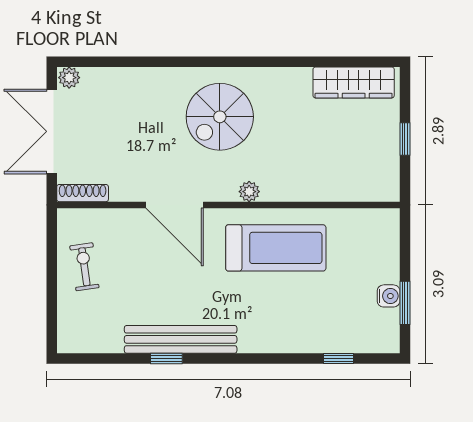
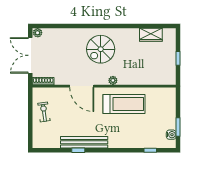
wardrobe: (354, 82) -> (151, 35), width x0.67
water cooler: (389, 296) -> (171, 135), moved

